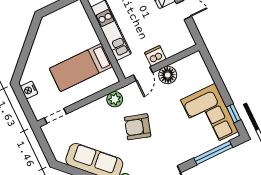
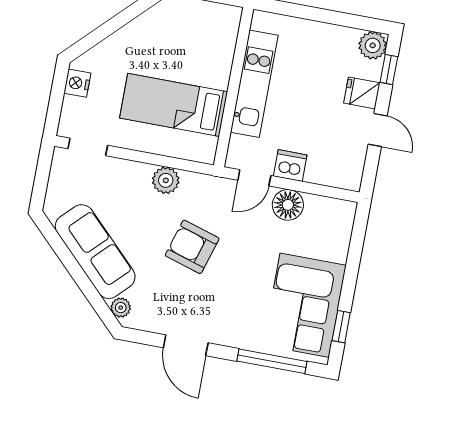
plant: (115, 99) -> (166, 180), moved

